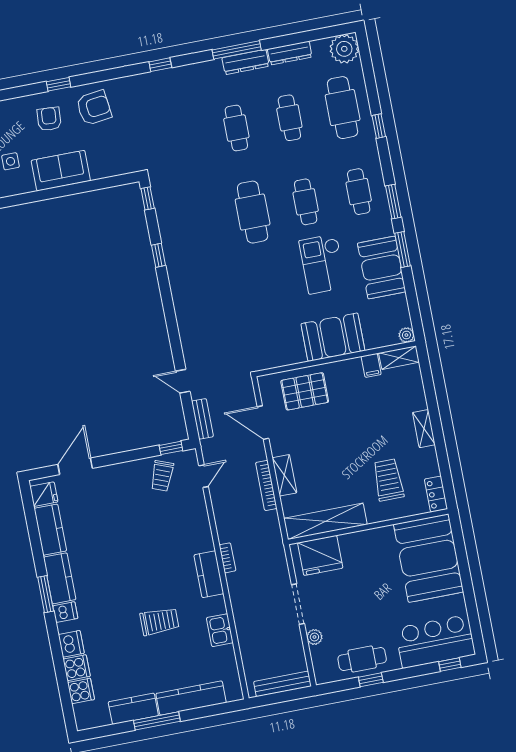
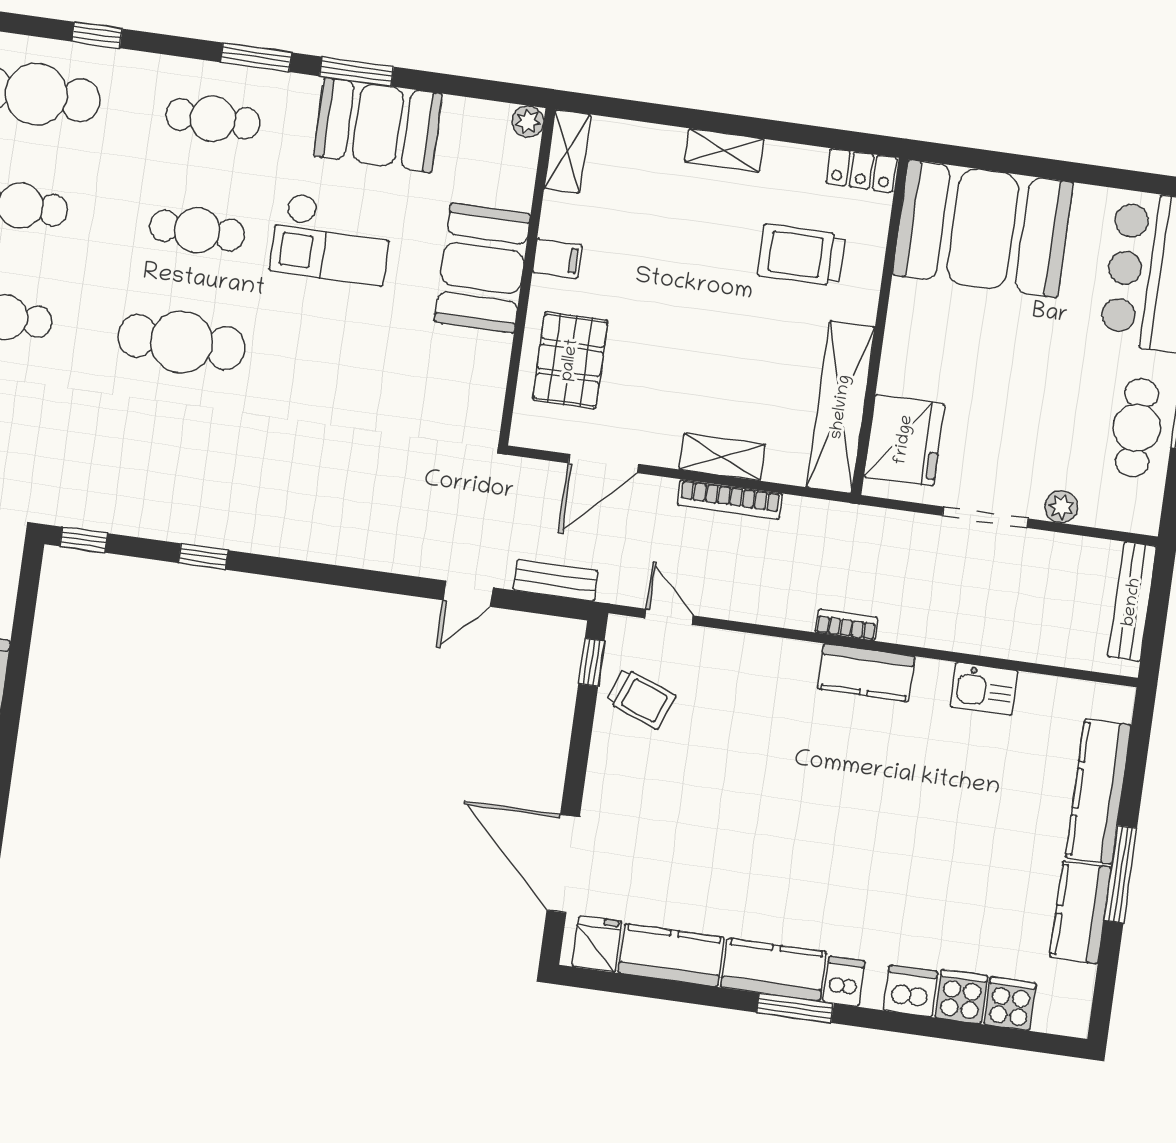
filing cabinet: (371, 365) -> (557, 259), moved
door: (75, 466) -> (563, 864), width x1.36
trolley: (159, 621) -> (926, 802), removed

